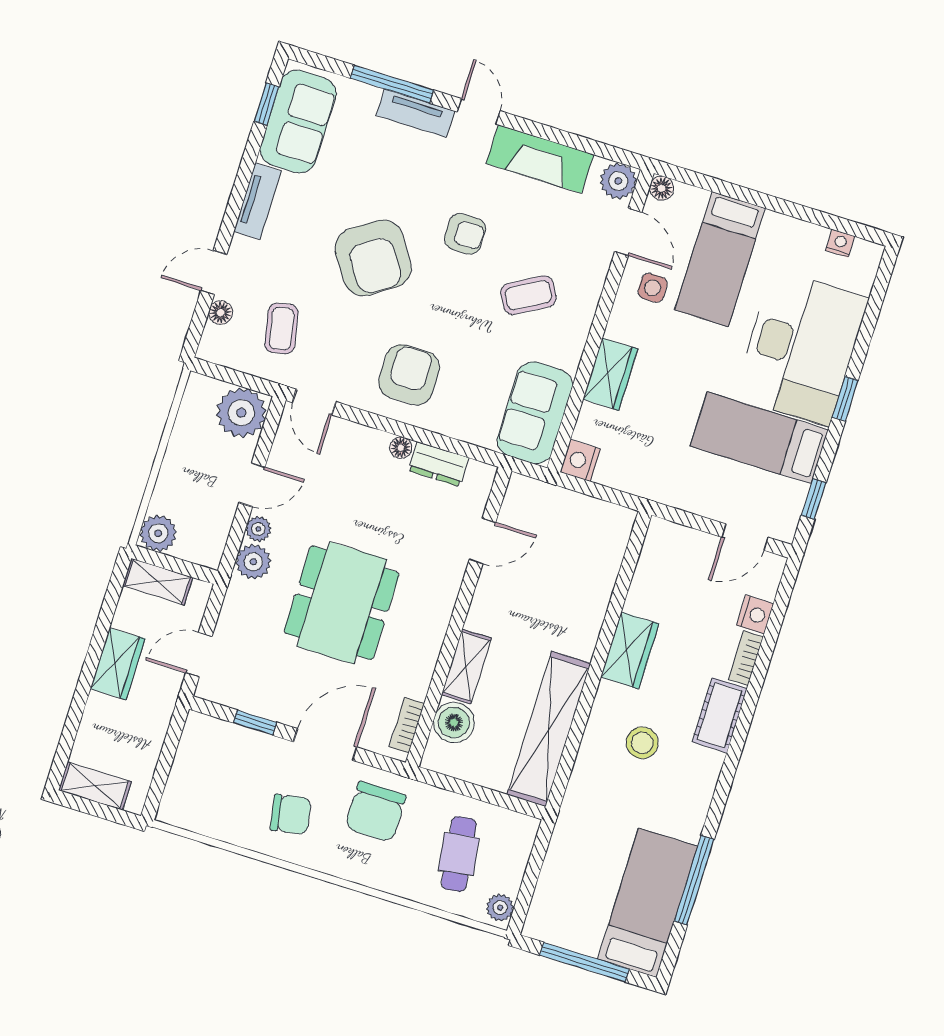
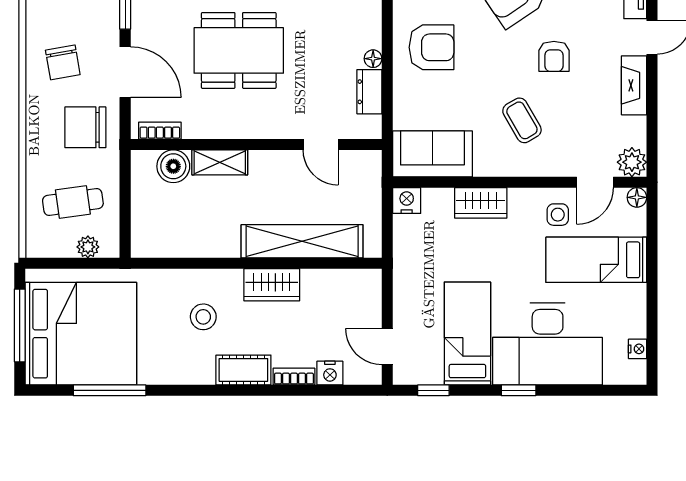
fireplace: (540, 159) -> (634, 85), width x0.73, depth x0.76
shelving: (549, 729) -> (302, 241), moved
bed: (648, 903) -> (81, 334), width x2.04
plant: (500, 908) -> (88, 247), moved

